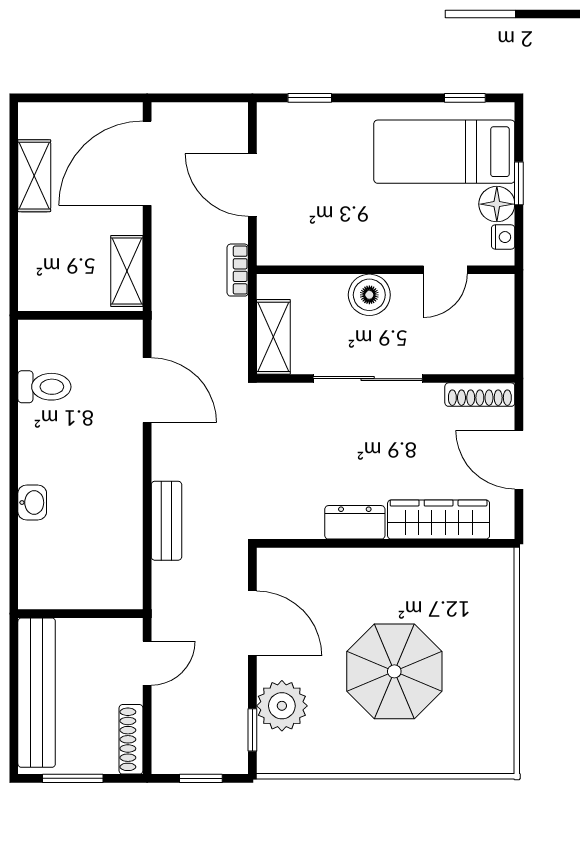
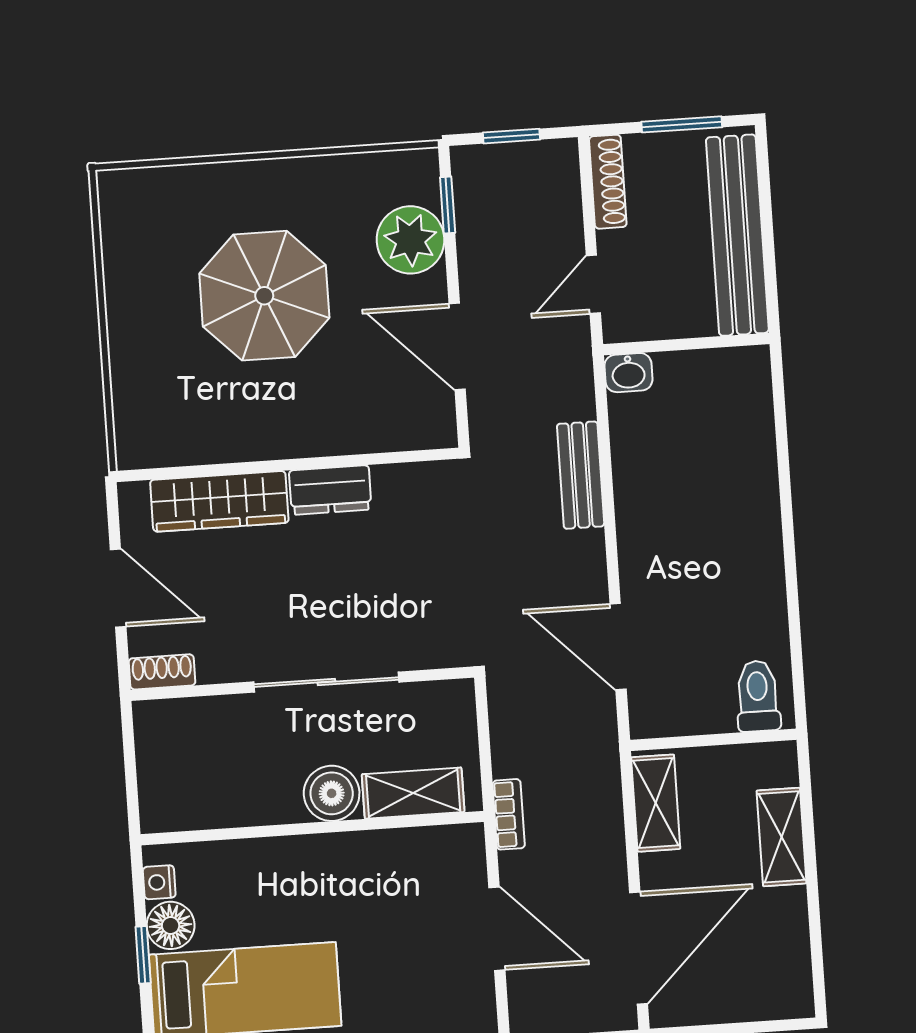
shelving: (34, 176) -> (782, 837), moved
door: (445, 270) -> (233, 833), removed
shelving: (273, 337) -> (413, 793), moved, turned 90
toilet: (44, 387) -> (758, 696), moved, turned 90
shoe rack: (480, 395) -> (162, 672), width x0.70
washbasin: (32, 503) -> (628, 373), moved, turned -90

